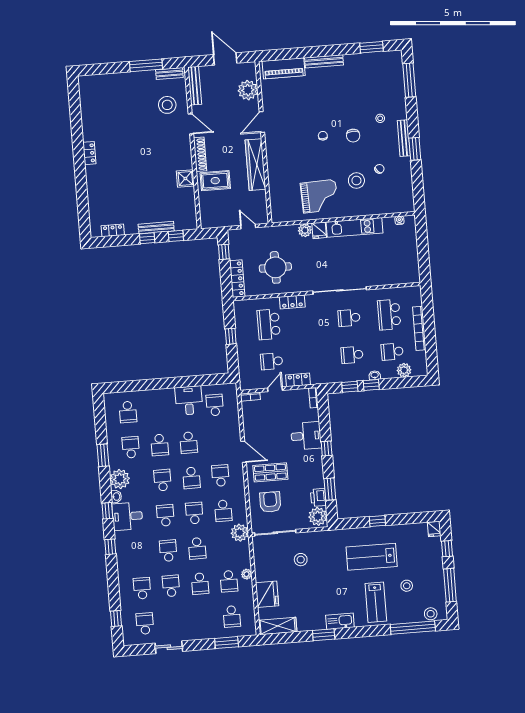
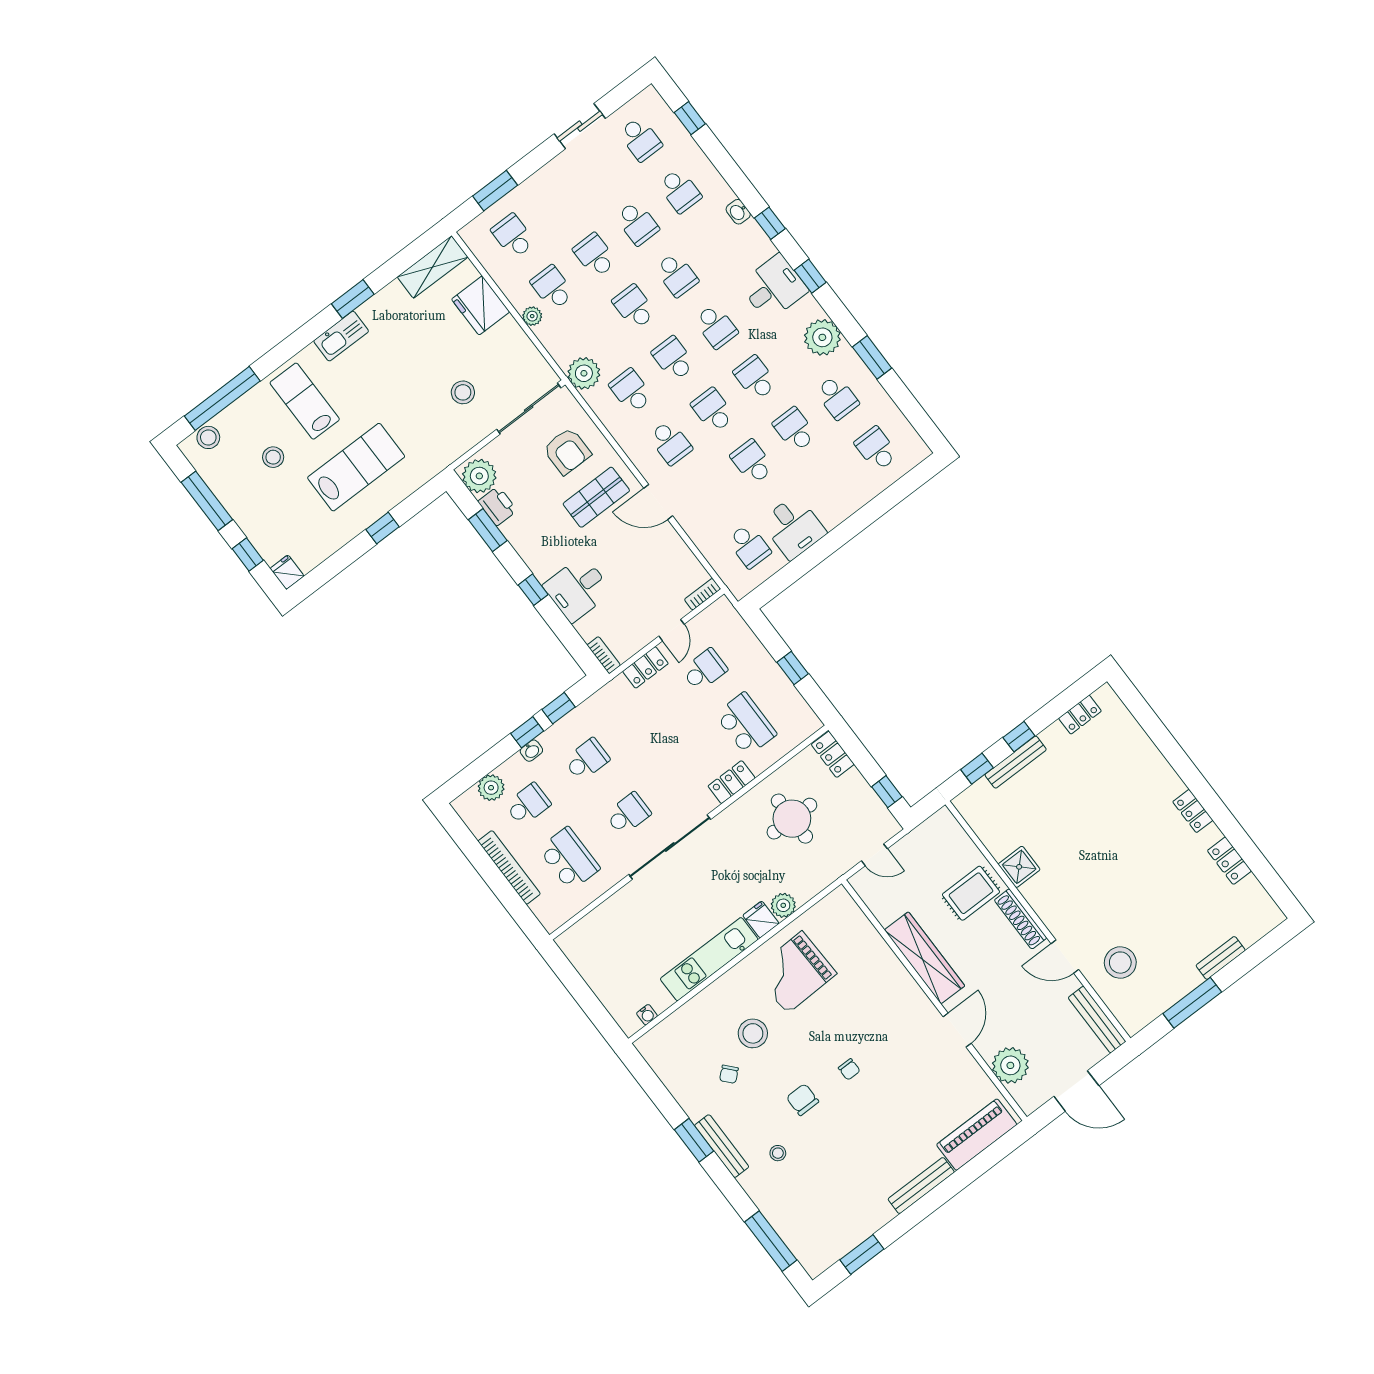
bench: (169, 74) -> (1221, 958), moved
locker: (87, 119) -> (1229, 861), added
locker: (237, 279) -> (833, 754), width x0.66
school desk: (162, 480) -> (755, 378), turned 180
washbasin: (116, 496) -> (738, 212), moved
school desk: (194, 513) -> (673, 359), turned 180

